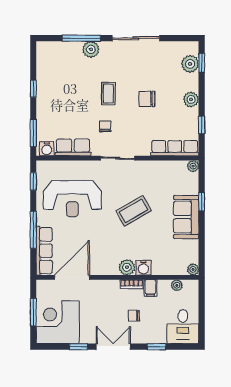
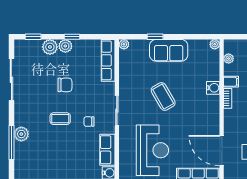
sliding door: (136, 38) -> (11, 80), moved
plant: (190, 64) -> (50, 47), moved
chair: (147, 99) -> (65, 85), turned -90
window: (202, 125) -> (72, 37), moved
plant: (127, 267) -> (213, 102), removed

